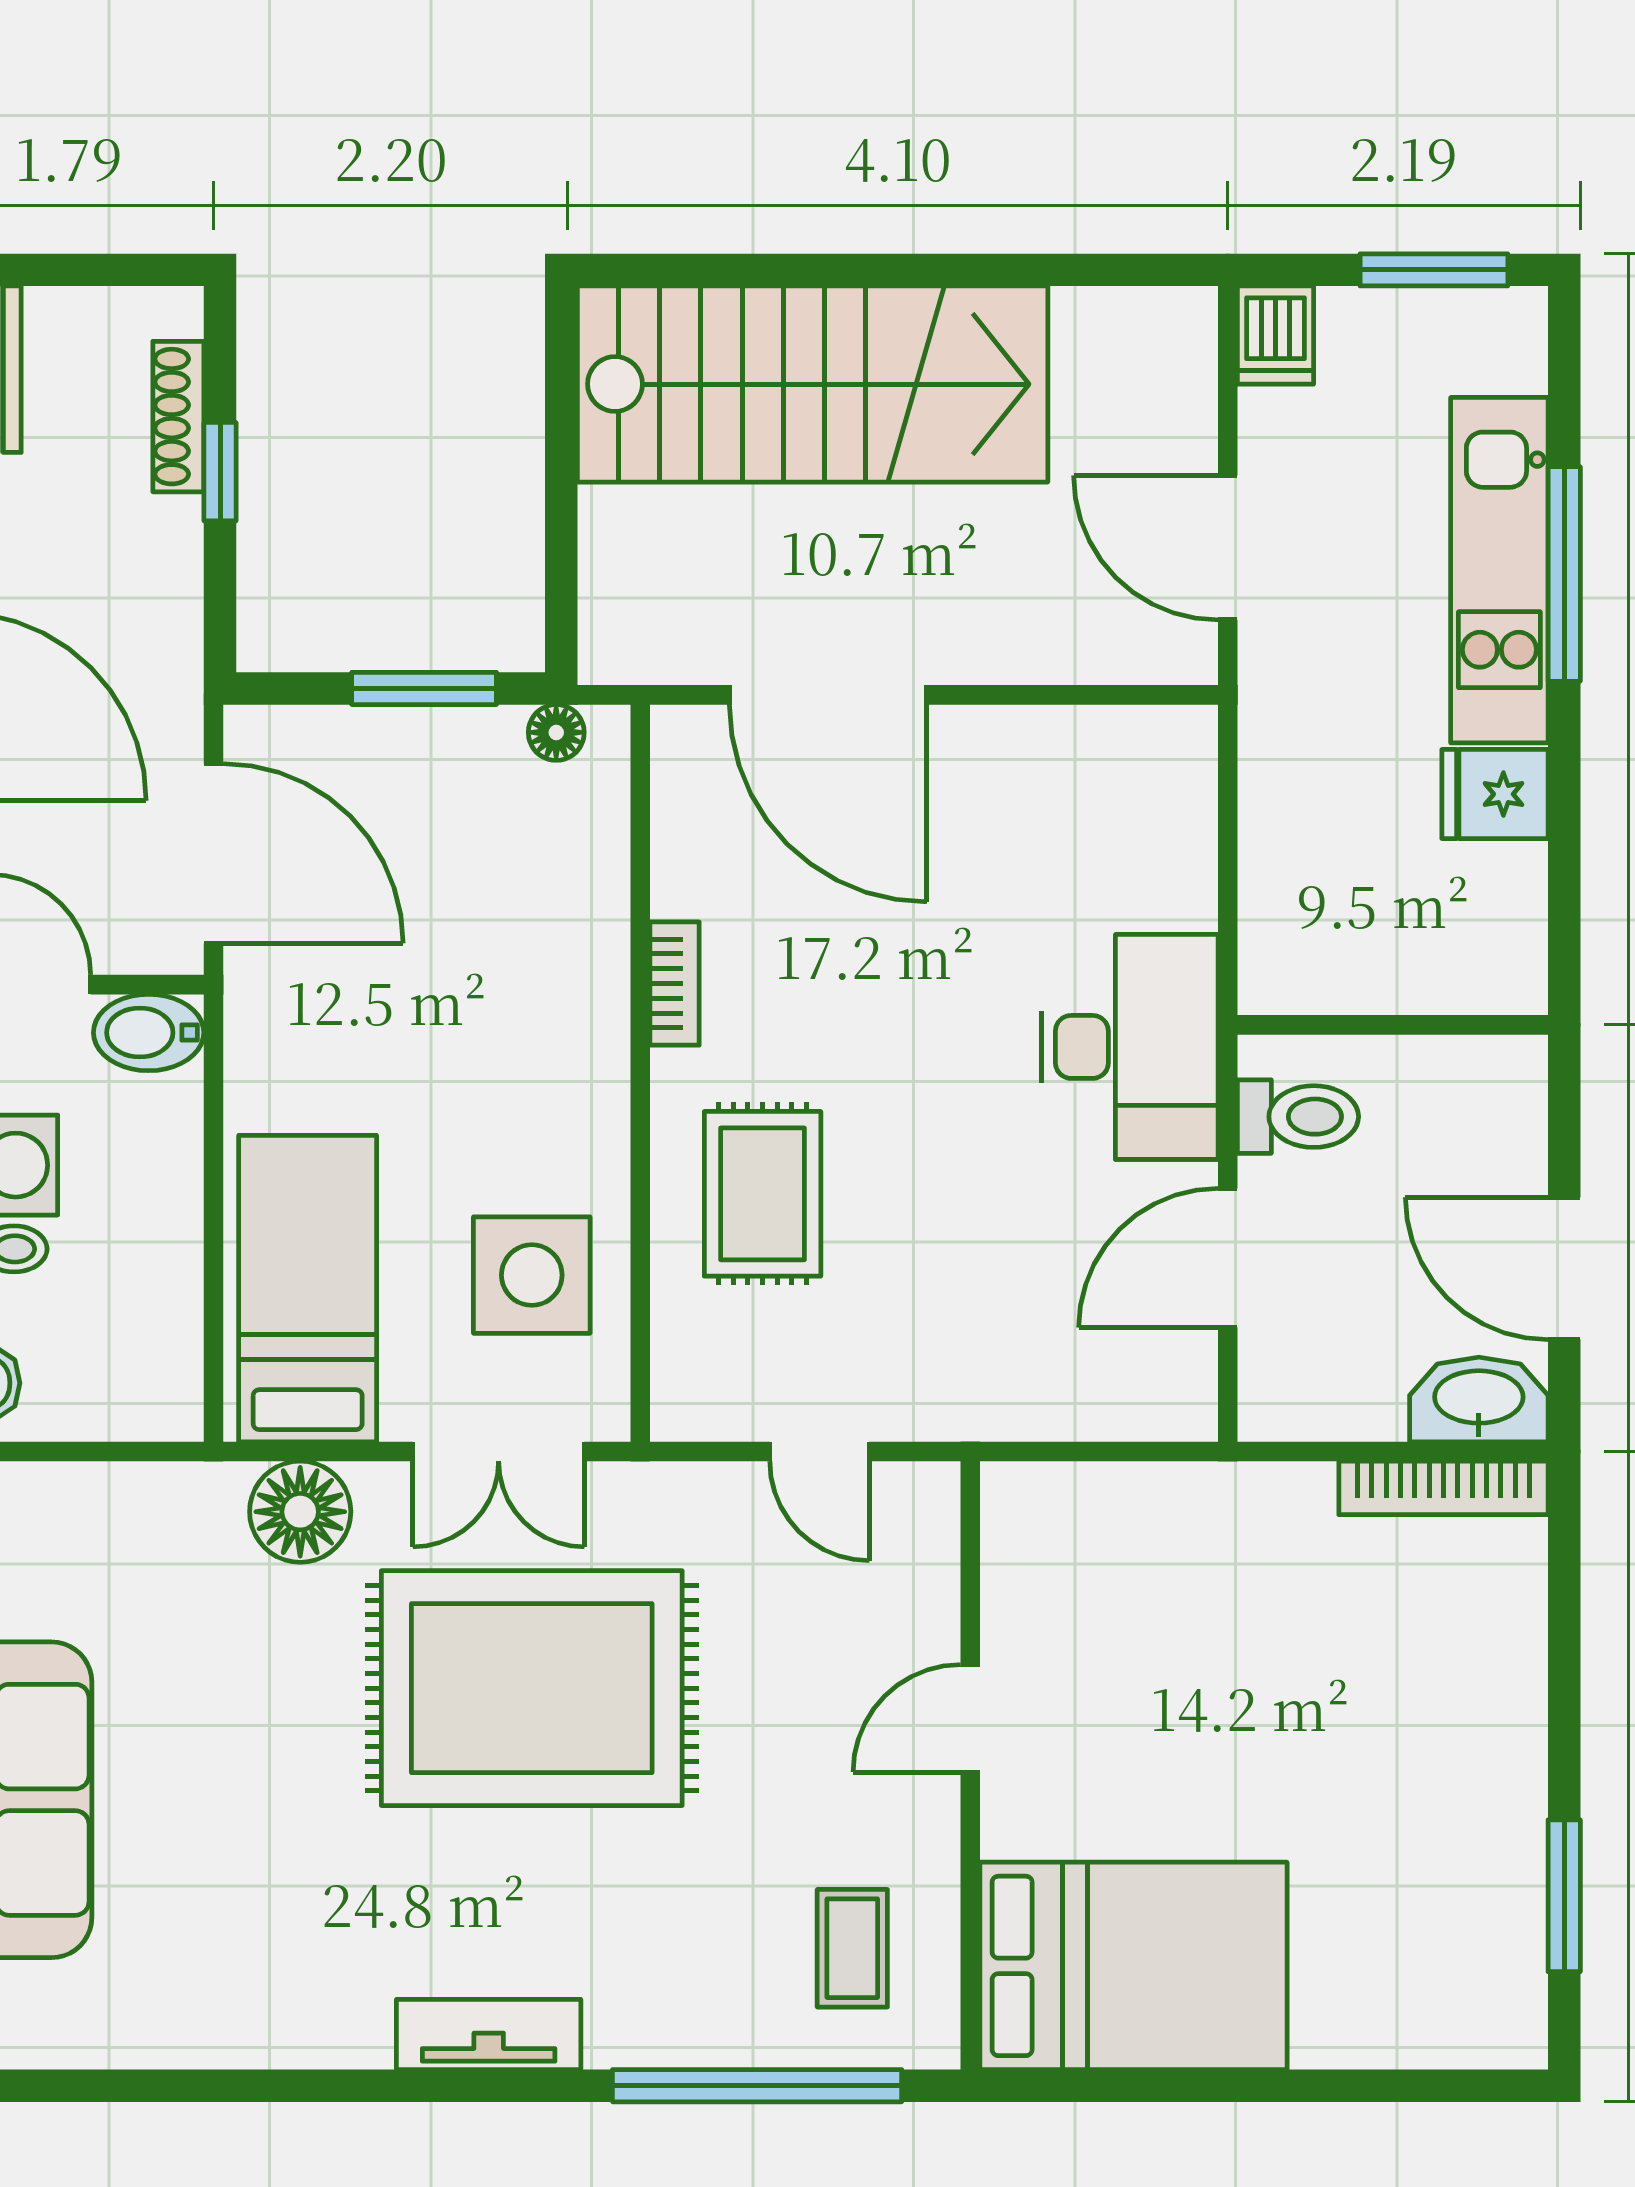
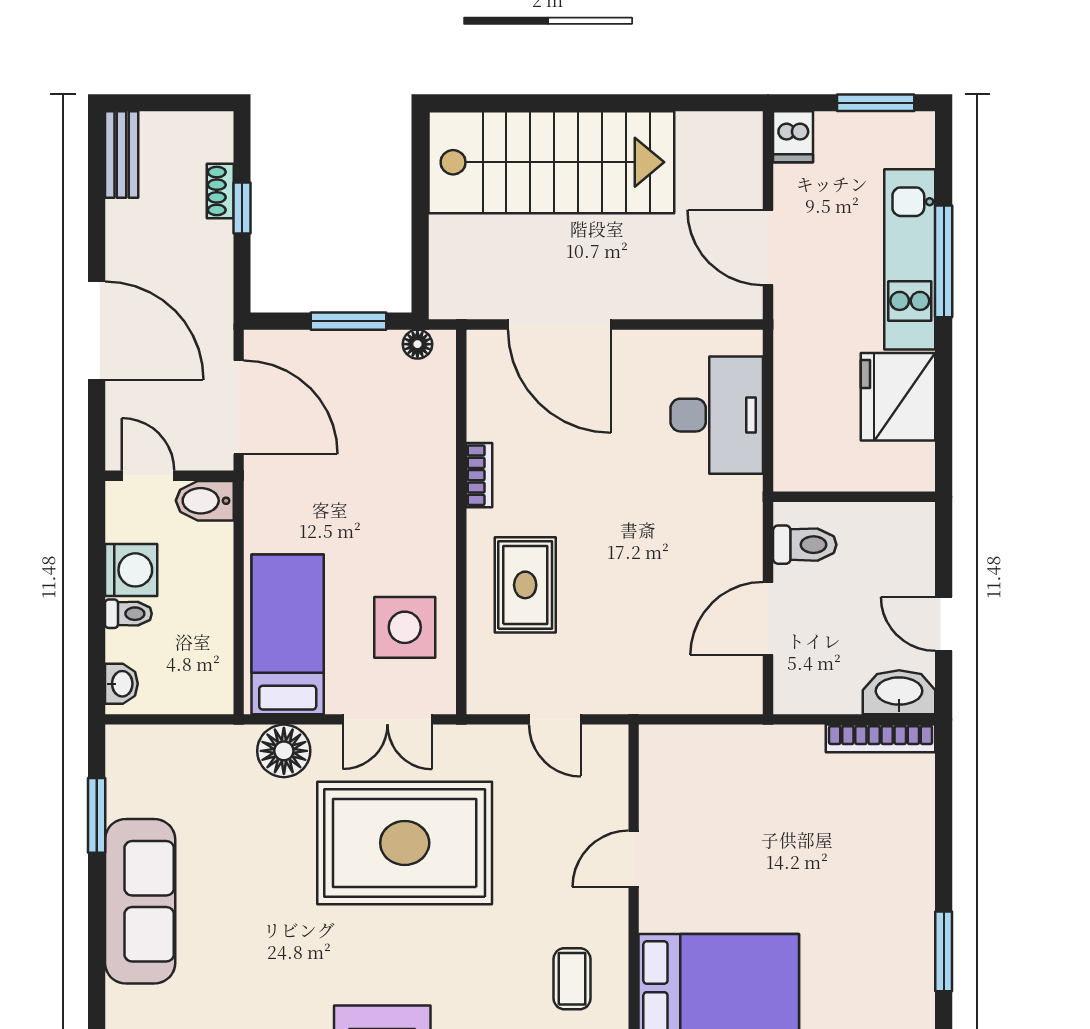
shoe rack: (178, 417) -> (220, 191), width x0.70
fridge: (1495, 794) -> (898, 397), width x1.88, depth x1.34
desk: (1130, 1047) -> (717, 415), moved
door: (1564, 1268) -> (944, 624), width x0.73

